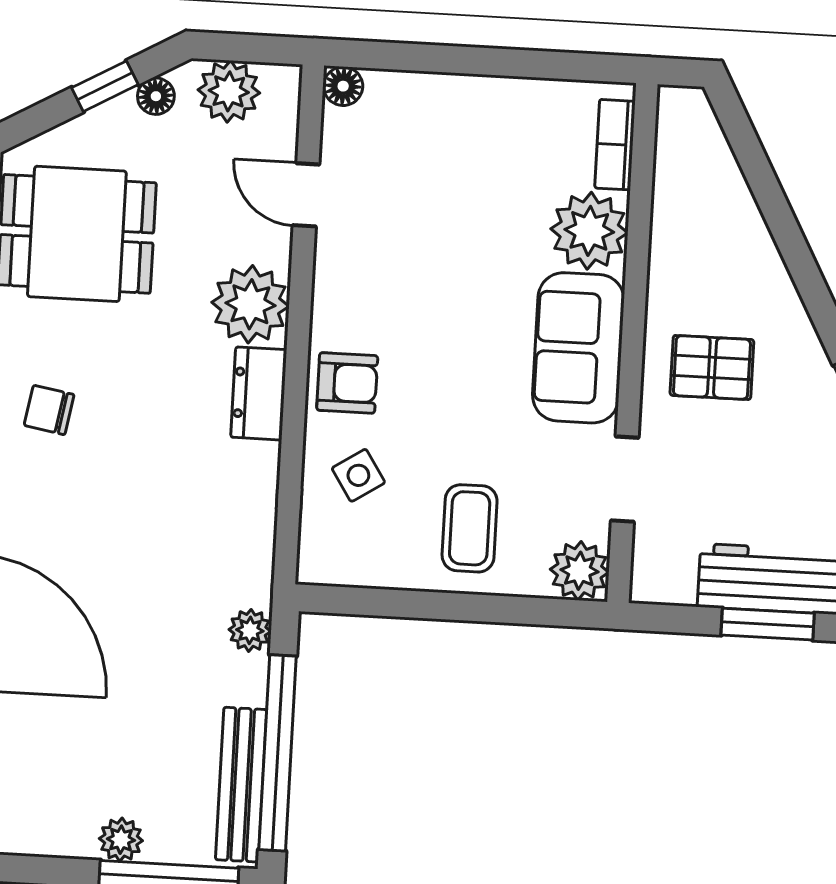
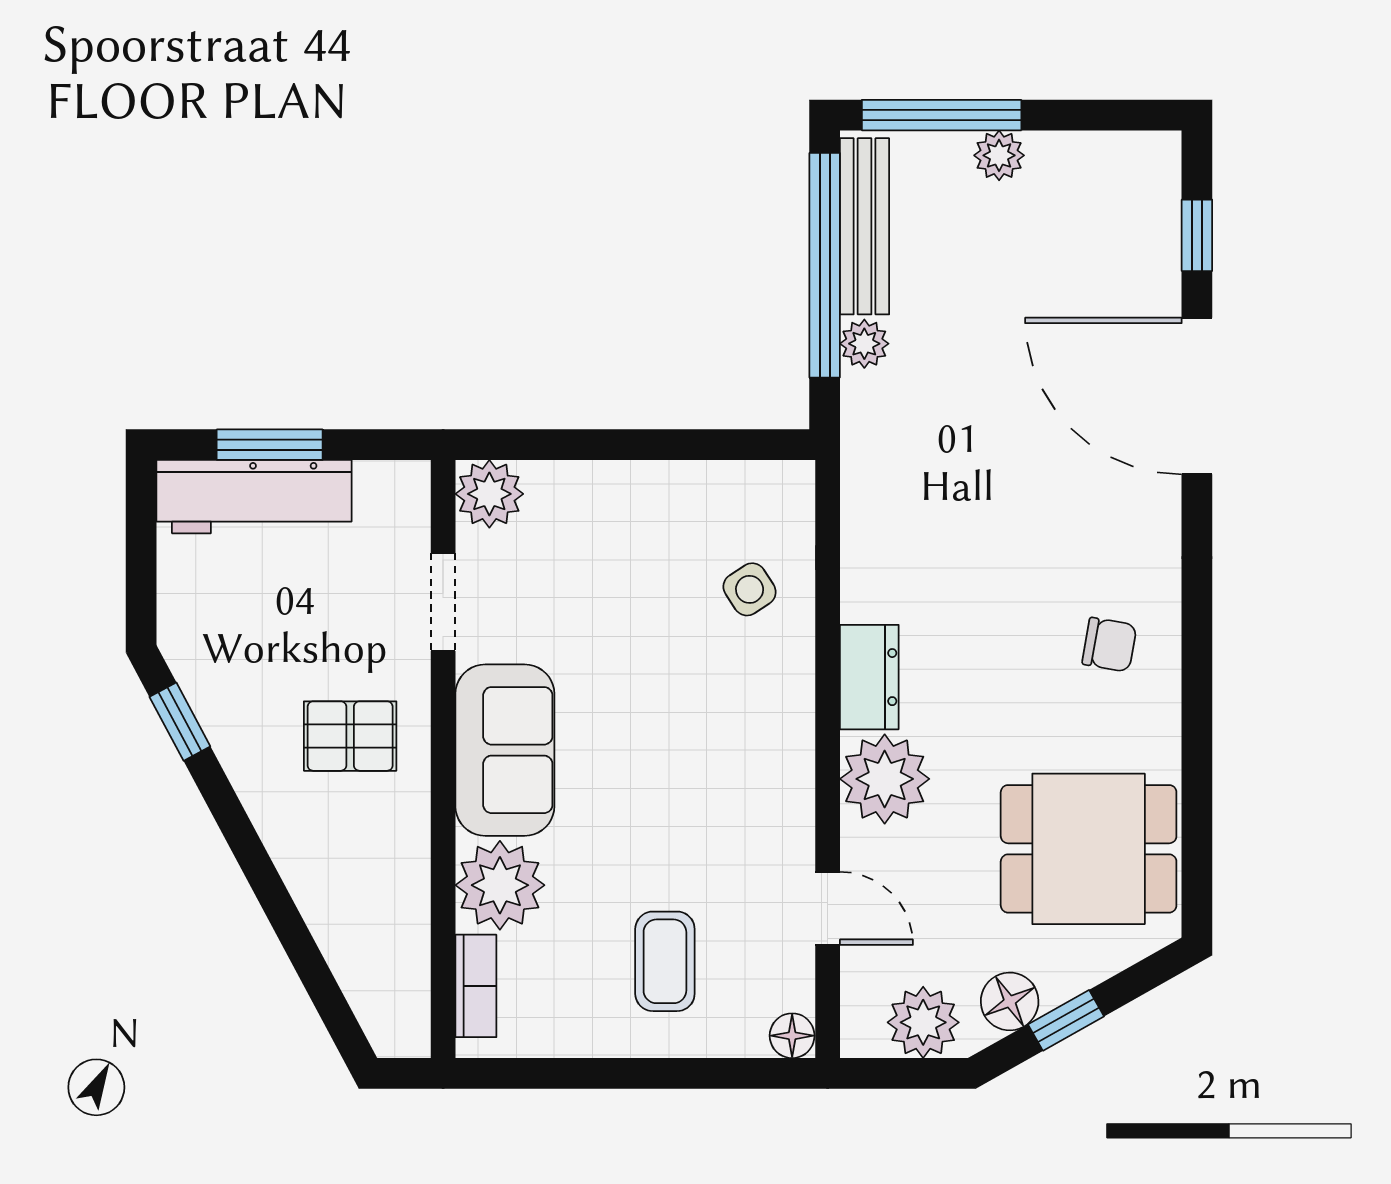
floor lamp: (156, 96) -> (1010, 1001), width x1.37, depth x1.37
armchair: (347, 383) -> (768, 695), removed
coffee table: (470, 528) -> (665, 961), moved
plant: (250, 630) -> (864, 344), moved

